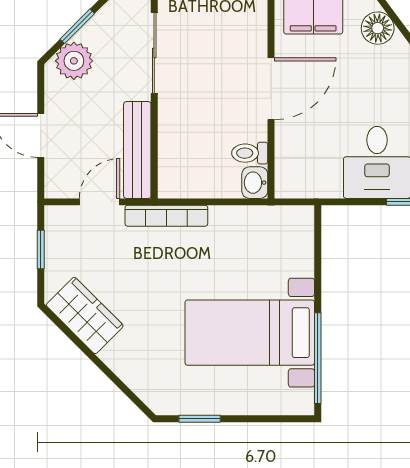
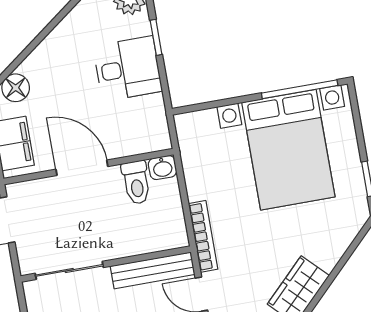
toilet: (250, 153) -> (136, 182), width x1.37, depth x1.39
bed with nightstands: (250, 333) -> (288, 150), width x1.36

